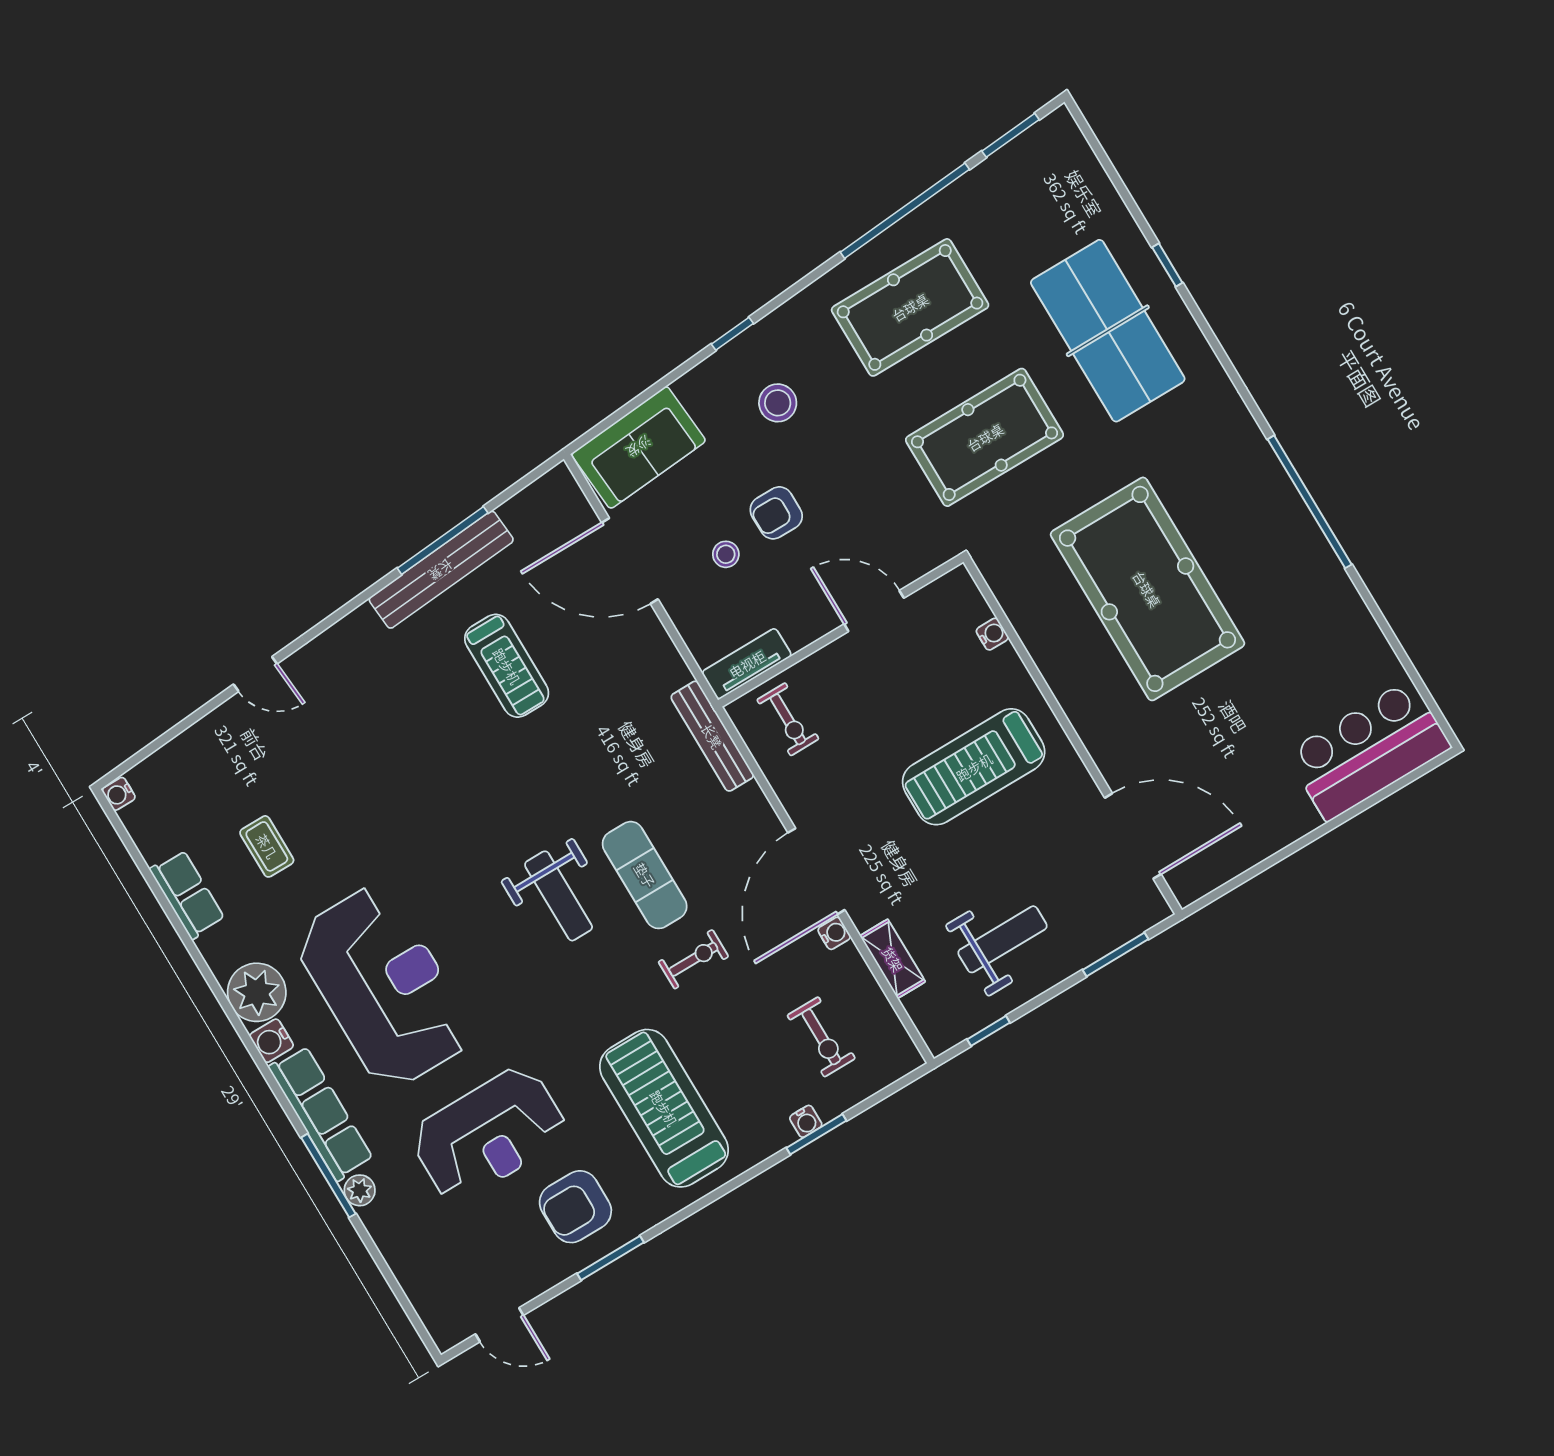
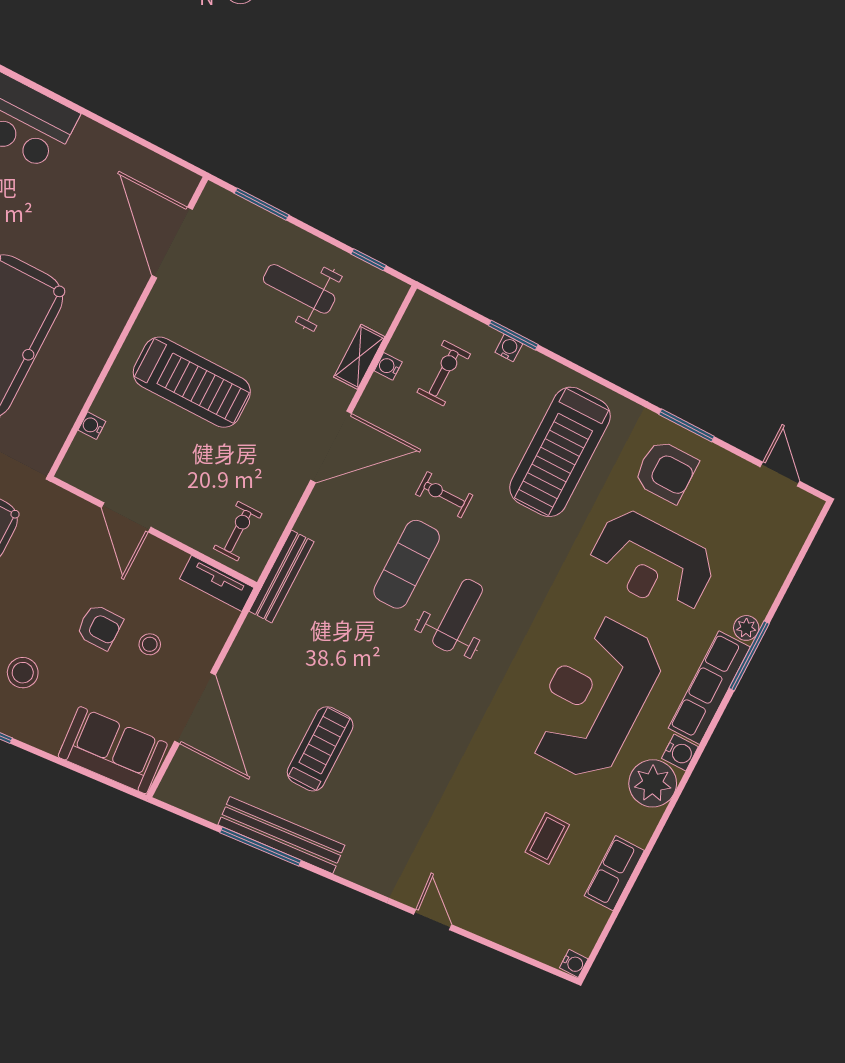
water cooler: (834, 933) -> (388, 366), moved
reception desk: (489, 1134) -> (652, 562), turned 180

